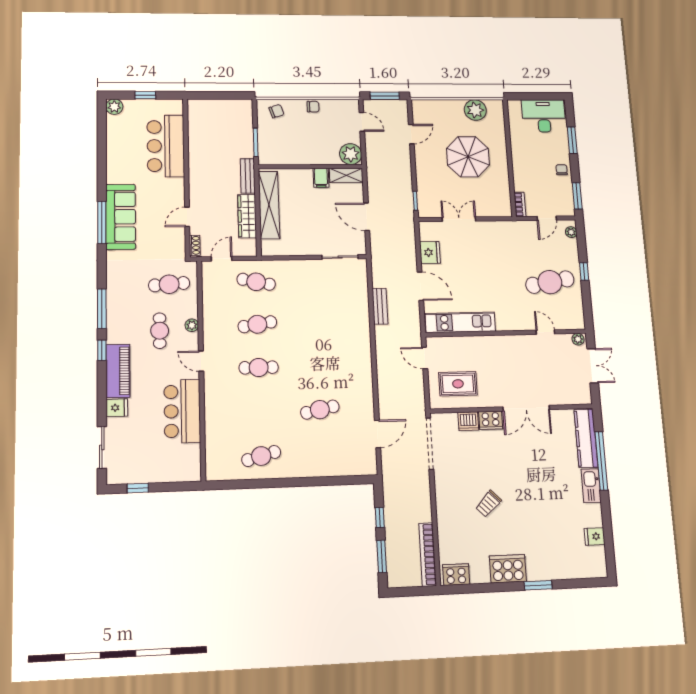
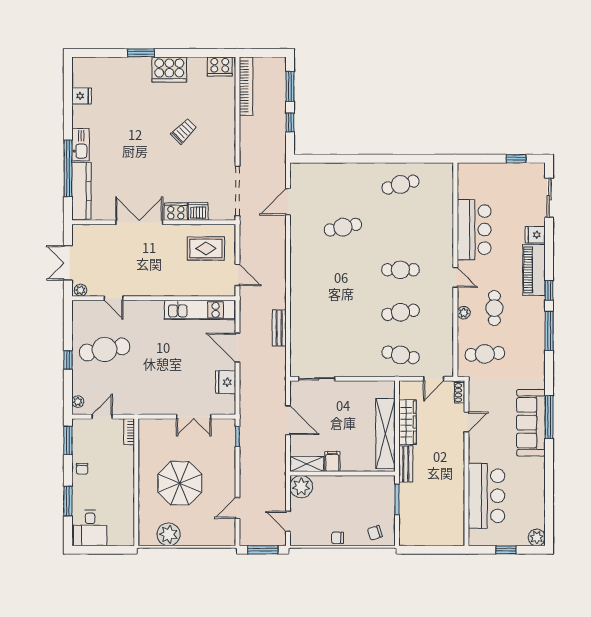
desk: (544, 116) -> (90, 528), width x0.73

